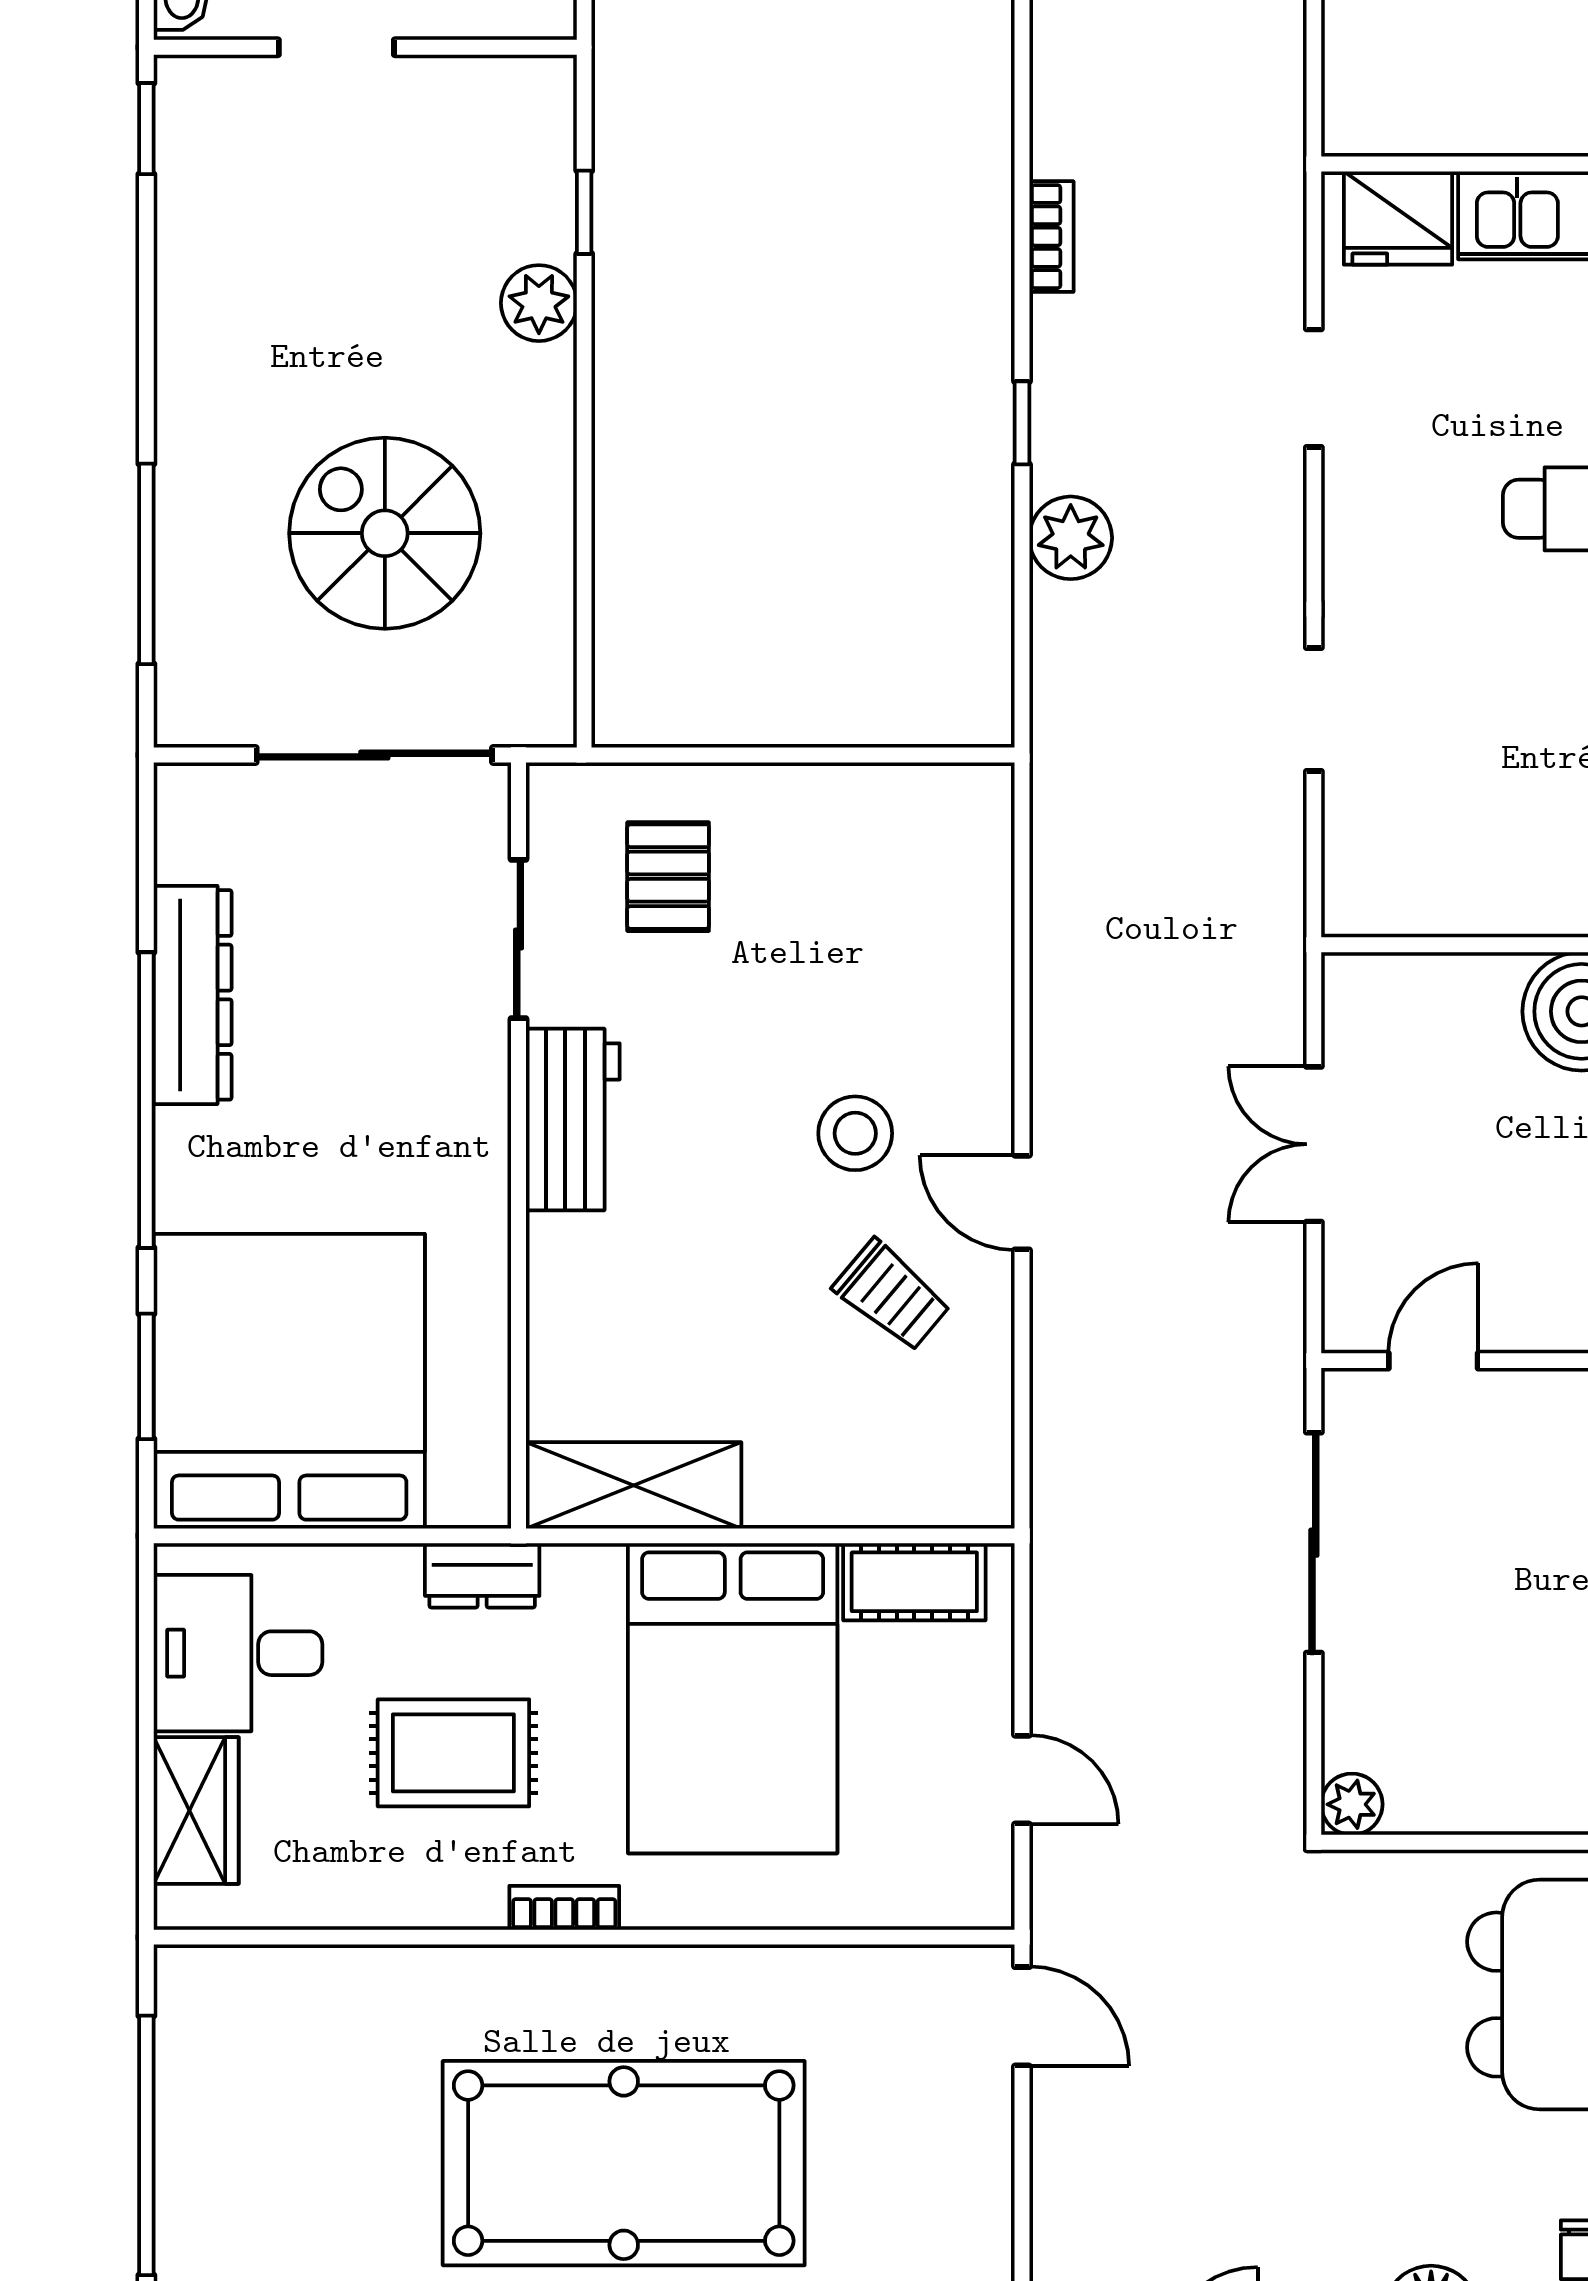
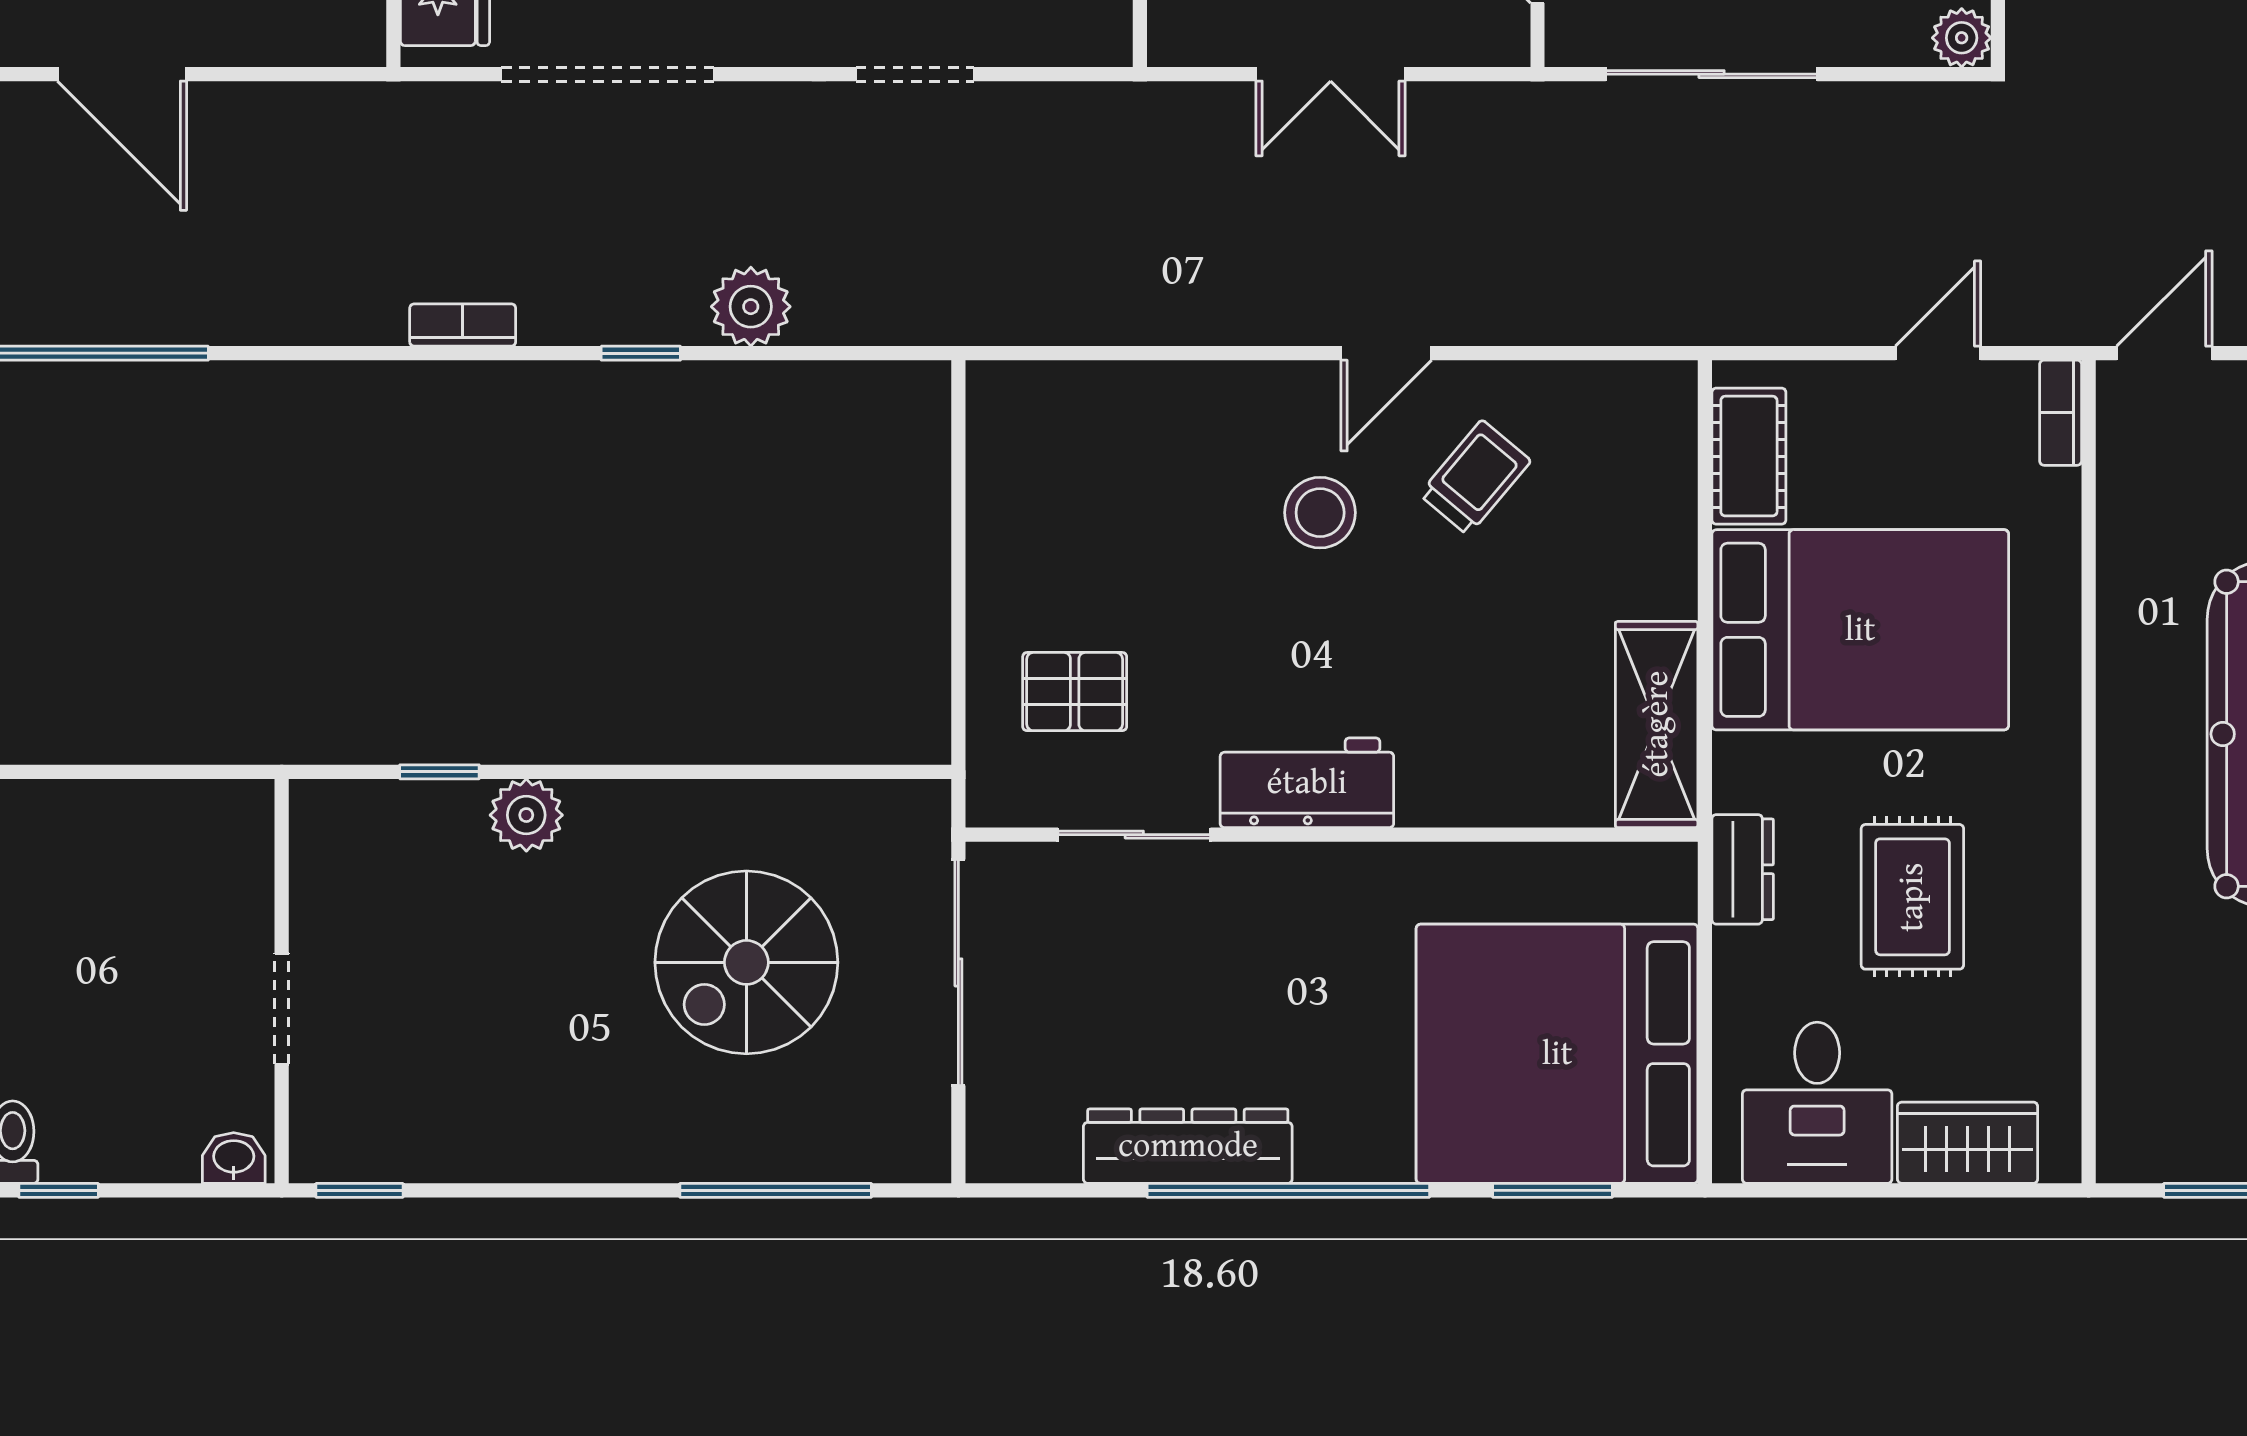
doorway: (1314, 388) -> (608, 74), width x1.87
bookcase: (564, 1908) -> (2061, 413), moved

